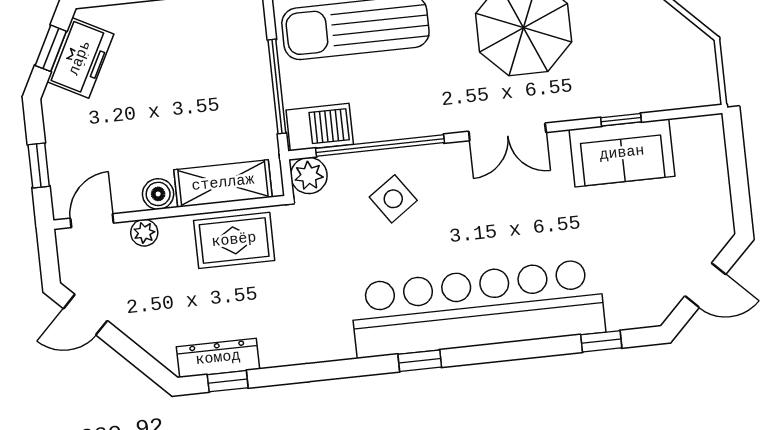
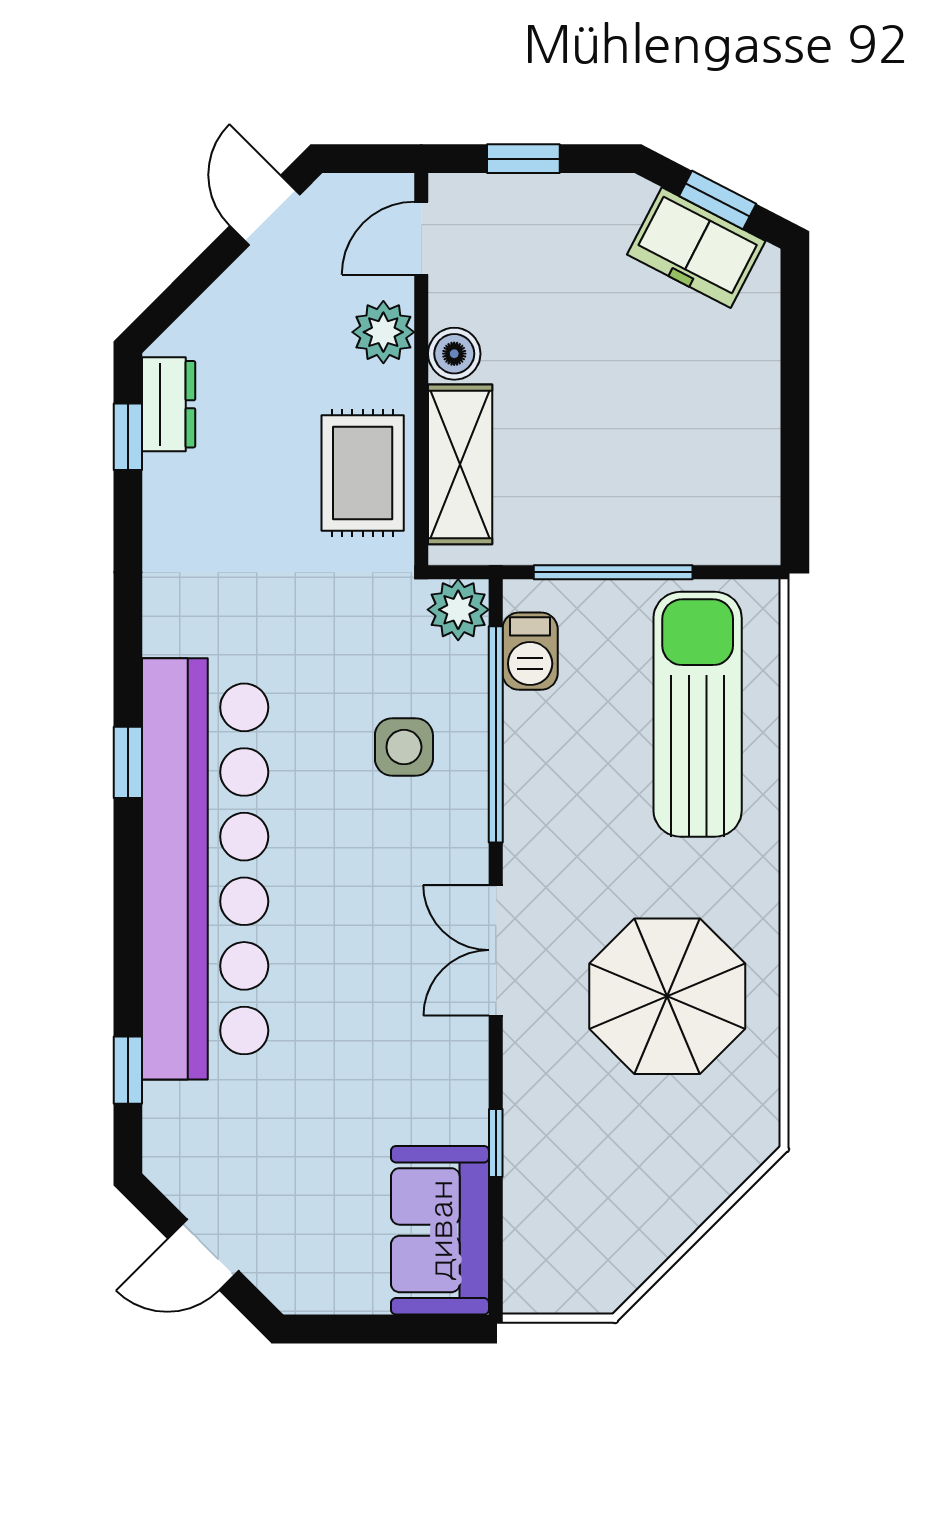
barbecue: (320, 127) -> (530, 651), width x0.73, depth x0.79
sofa: (622, 153) -> (440, 1230), moved
side table: (393, 199) -> (404, 747), turned 35
door: (92, 221) -> (421, 238), swing flipped
plant: (144, 233) -> (383, 332), width x1.38, depth x1.38
door: (705, 285) -> (203, 1255), hinge flipped
dresser: (218, 358) -> (169, 404), width x0.70

